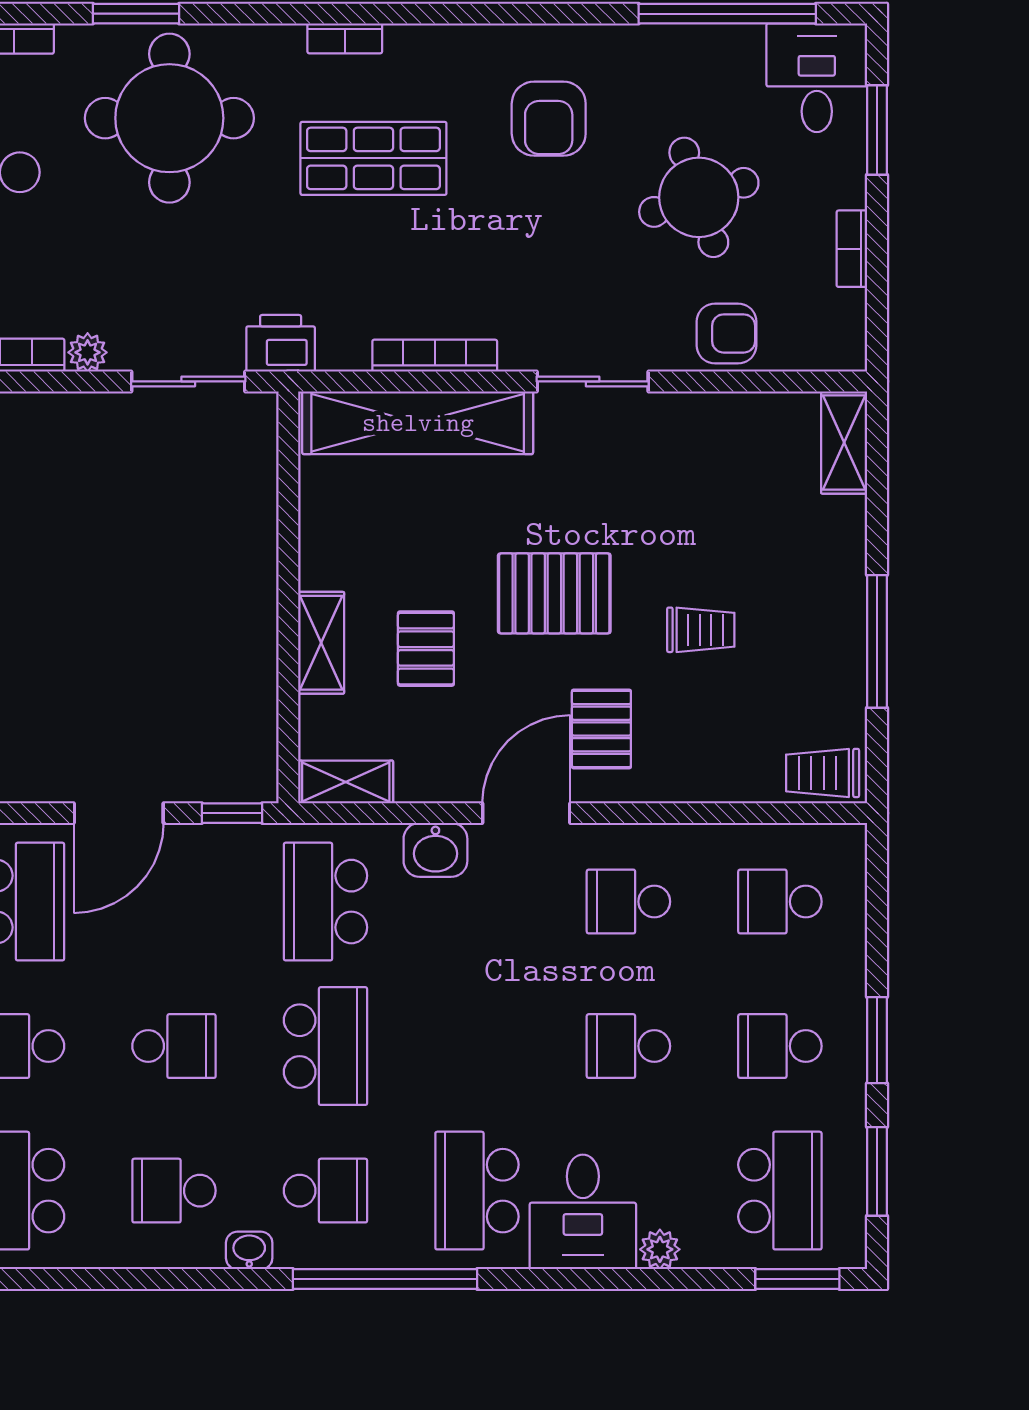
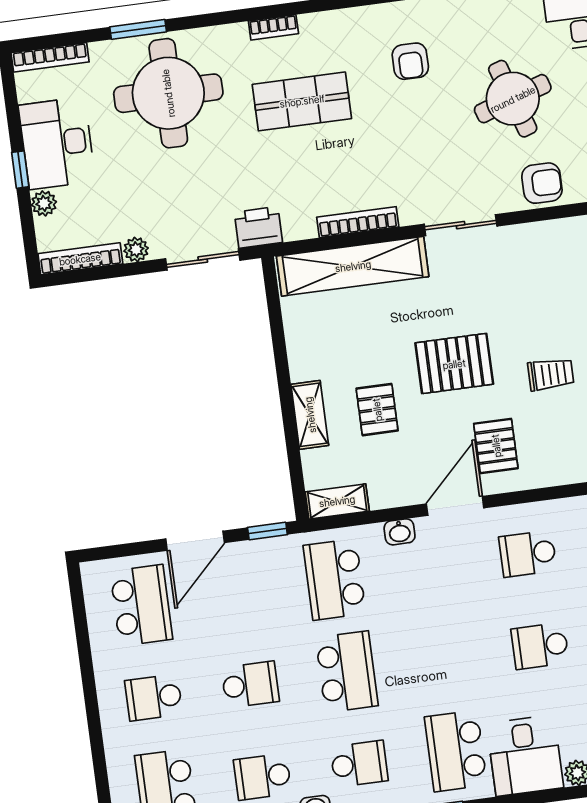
armchair: (549, 119) -> (410, 61), width x0.72, depth x0.72
washbasin: (435, 850) -> (400, 532), width x0.72, depth x0.69

